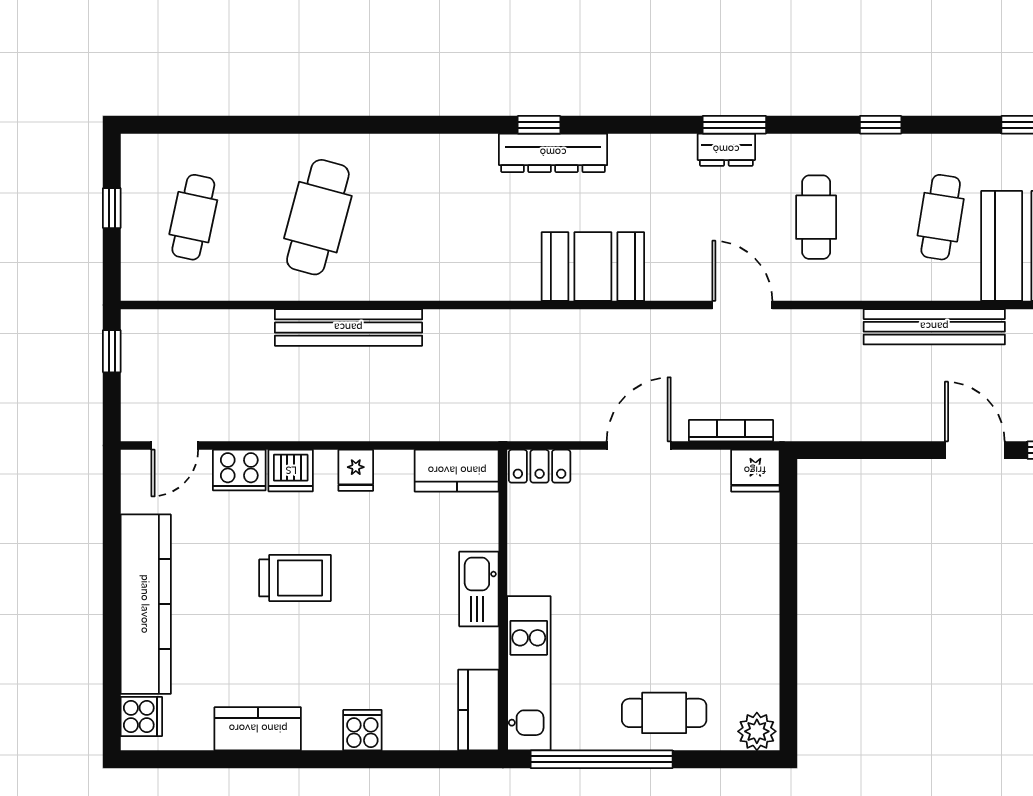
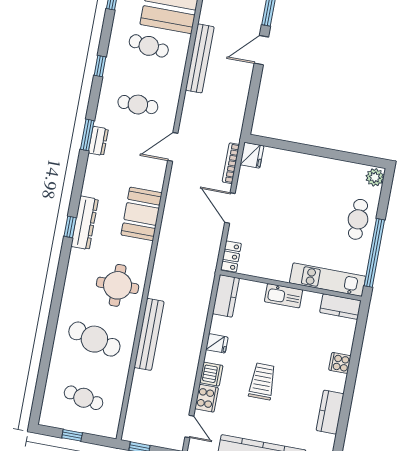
round table: (437, 244) -> (118, 285), added

